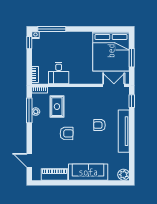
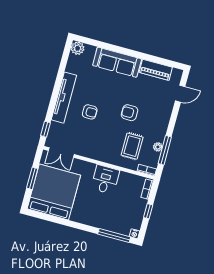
window: (29, 43) -> (148, 211), moved
desk: (59, 73) -> (105, 179), moved
door: (29, 160) -> (180, 94), hinge flipped

